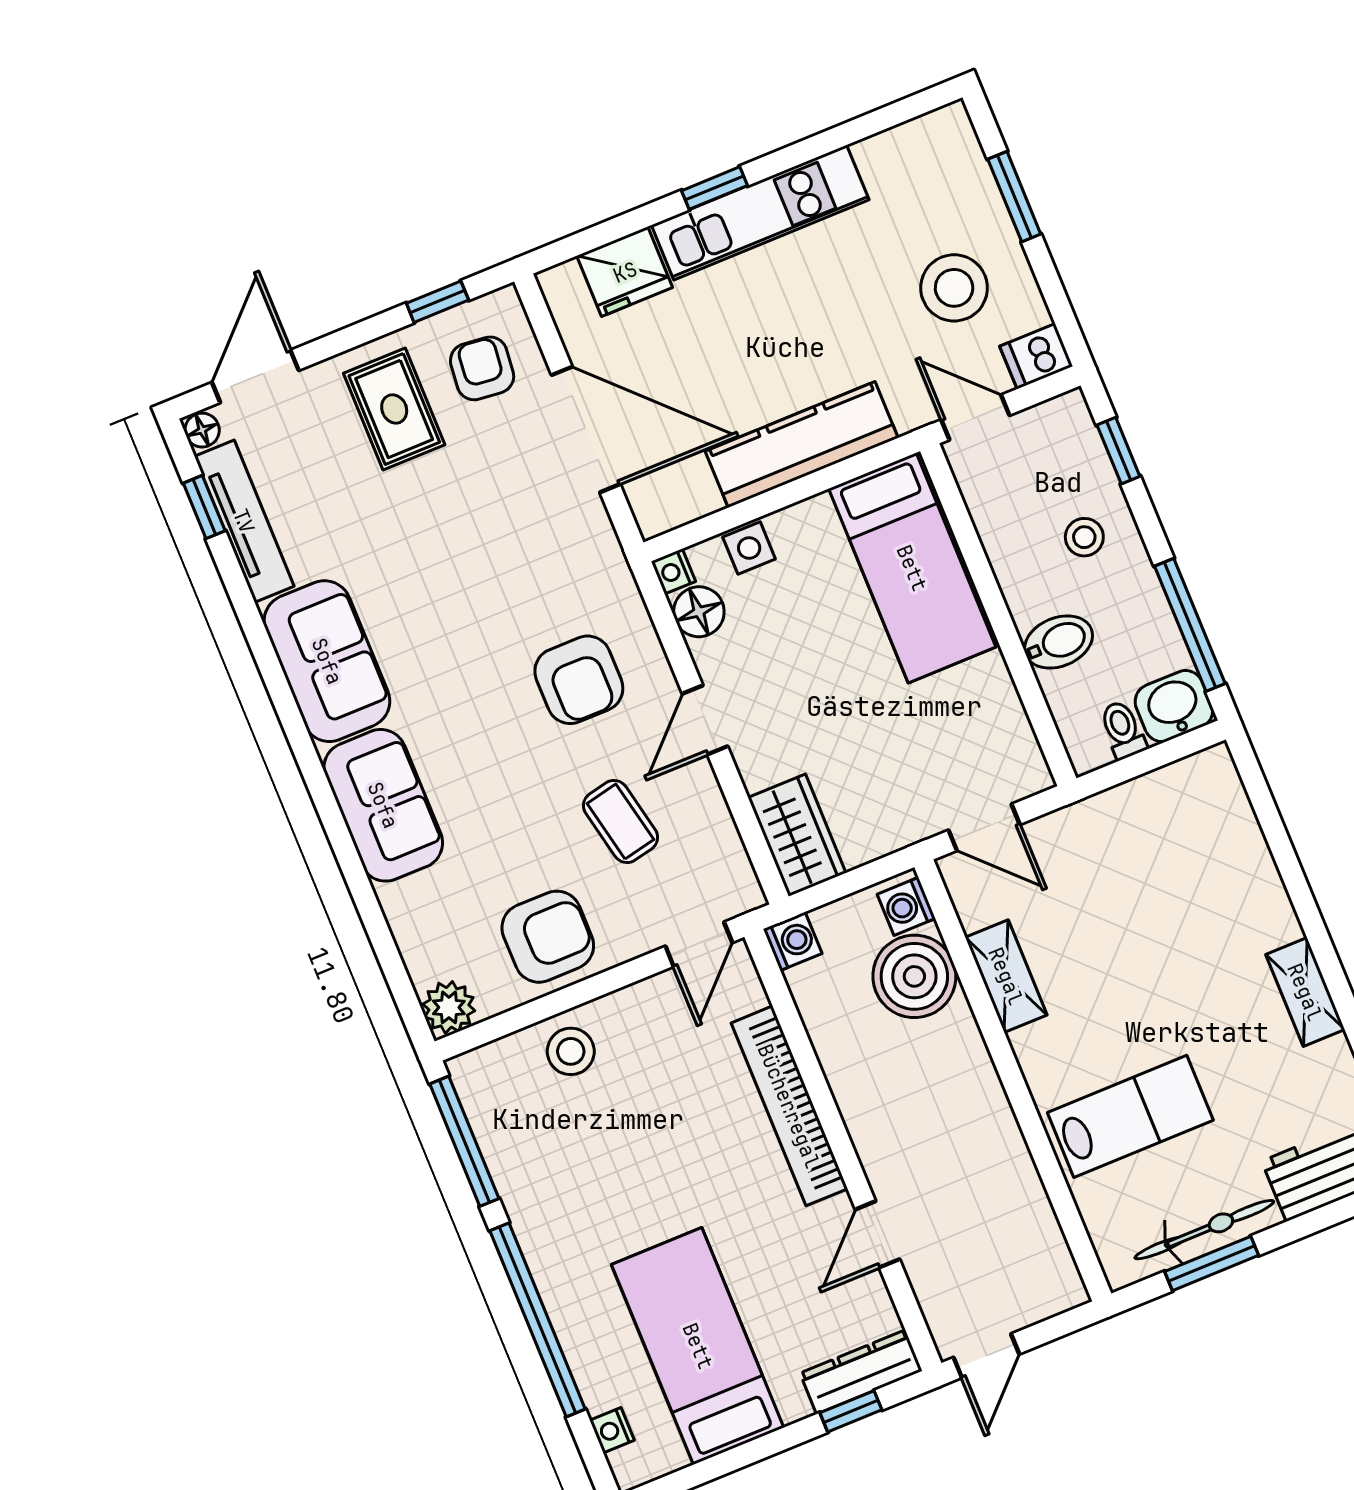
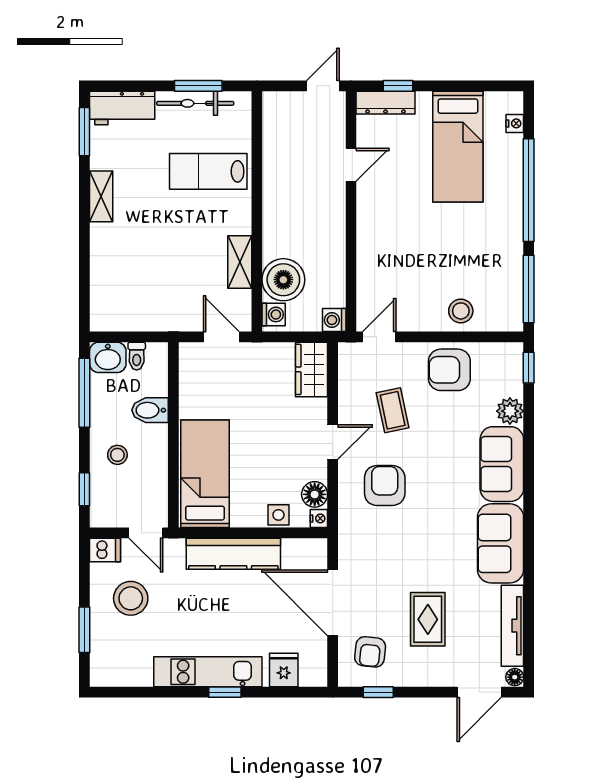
fridge: (625, 272) -> (284, 670), width x0.72
rug: (394, 409) -> (428, 619), moved
window: (204, 507) -> (529, 368), moved
plant: (449, 1007) -> (510, 411), moved
bookcase: (789, 1106) -> (368, 243), removed

